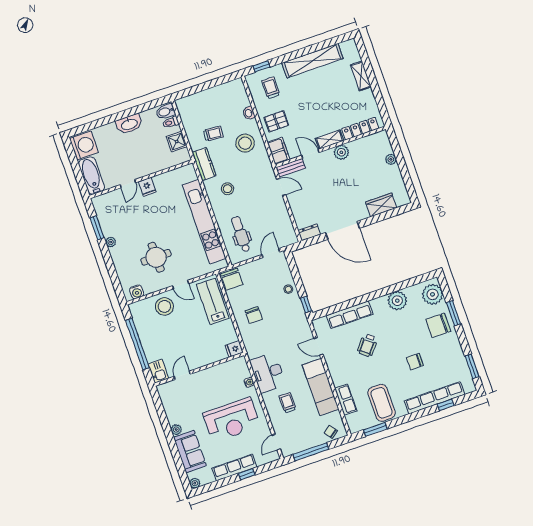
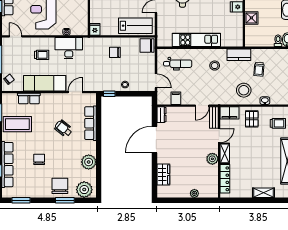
shower: (177, 142) -> (251, 18), moved
kitchen unit: (204, 222) -> (196, 40), width x0.73
filing cabinet: (283, 222) -> (176, 98), added

